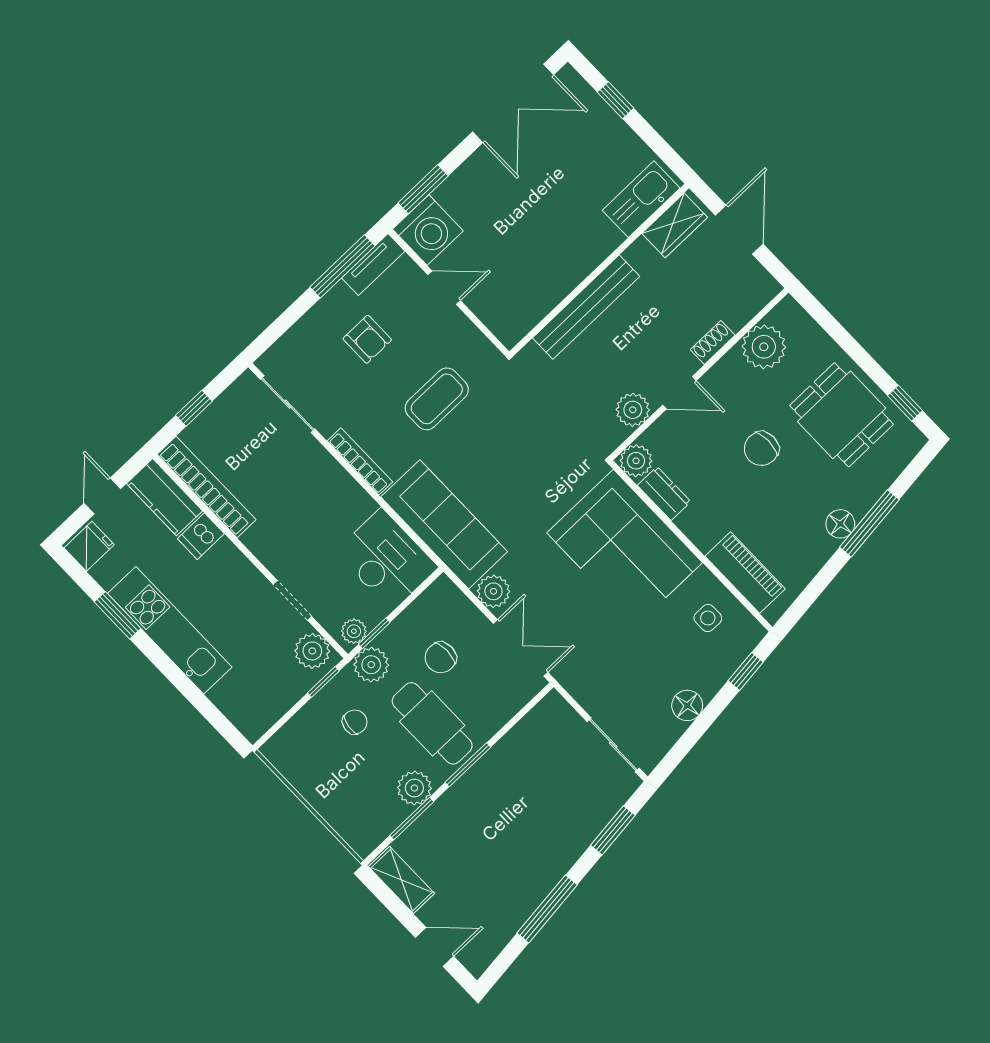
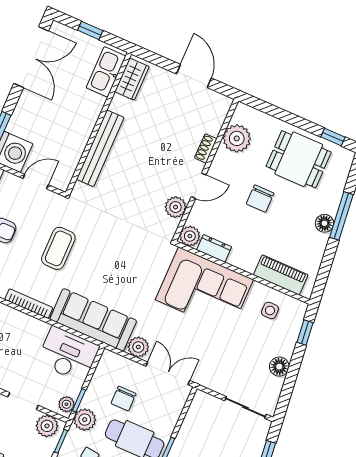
kitchen sink: (641, 199) -> (106, 72), moved
wardrobe: (675, 225) -> (132, 79), moved
wall: (599, 270) -> (99, 123), moved
bench: (586, 307) -> (100, 148), moved

